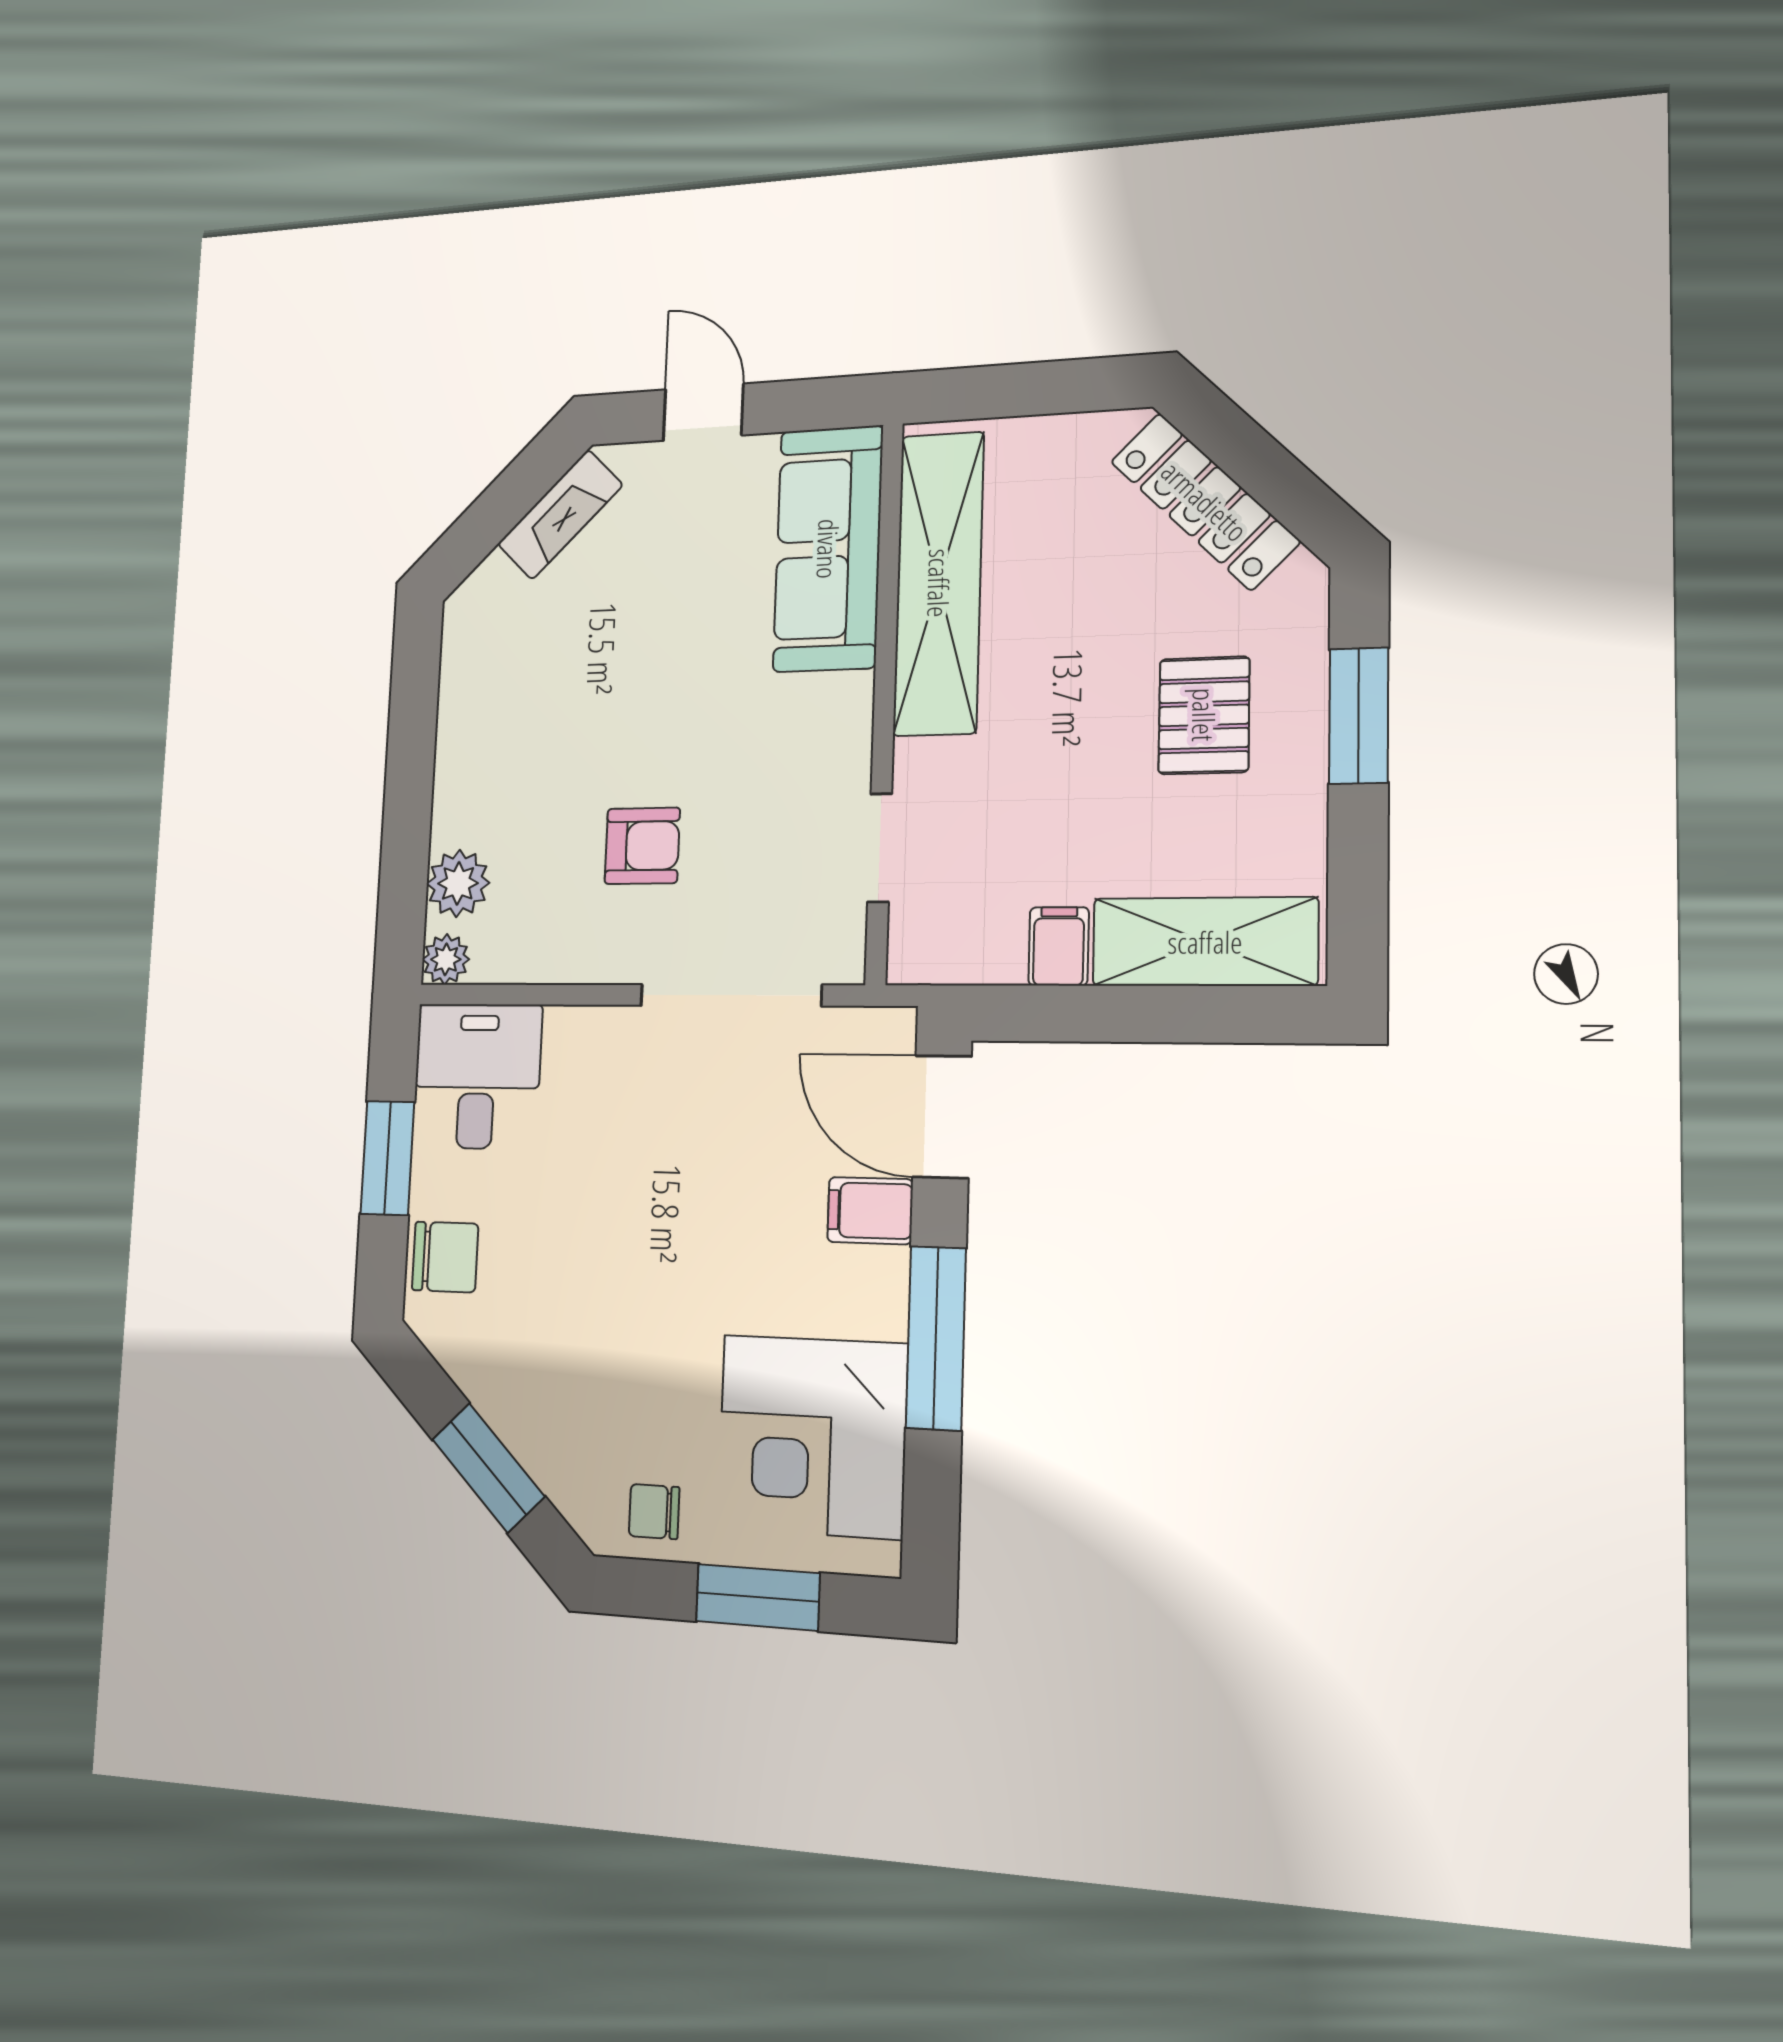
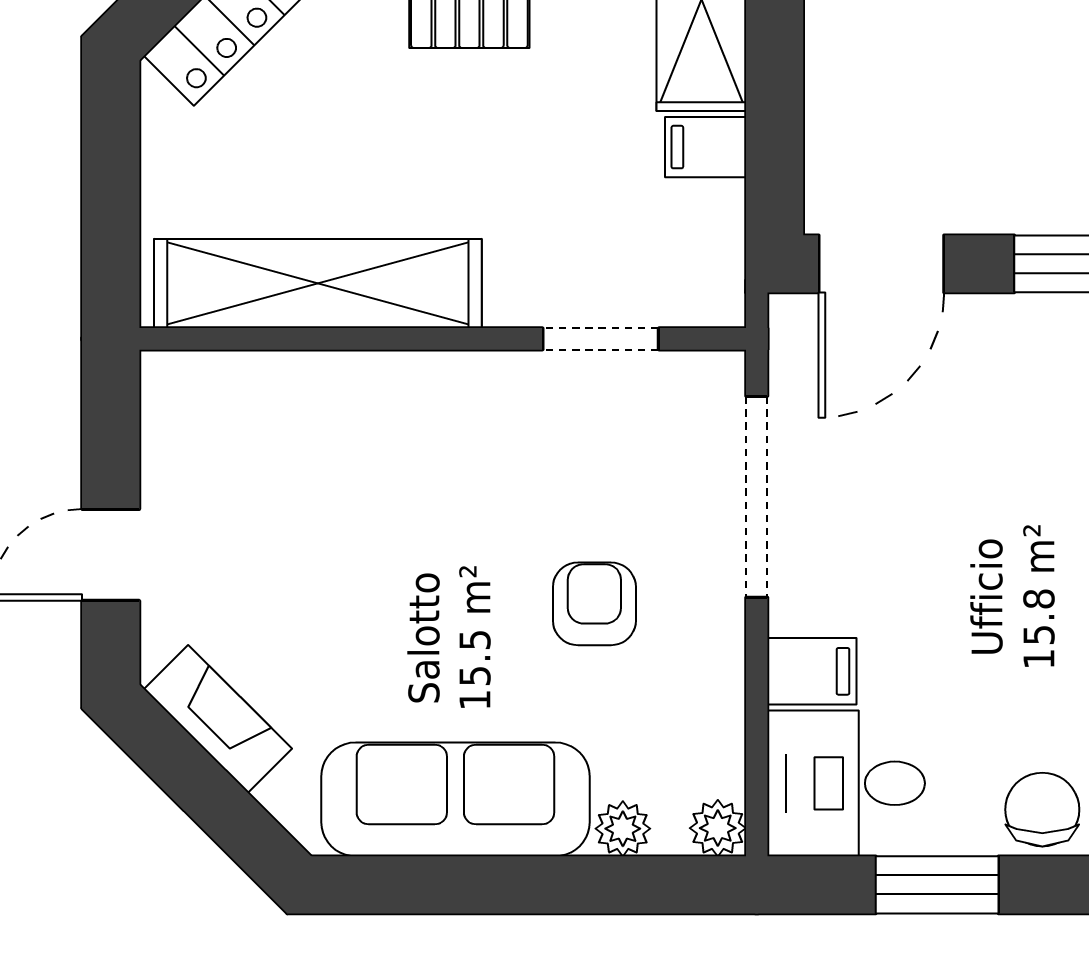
sofa: (828, 549) -> (455, 799), moved, turned 180
plant: (458, 883) -> (623, 829), width x0.73, depth x0.73
filing cabinet: (870, 1211) -> (812, 671), moved, turned -90

